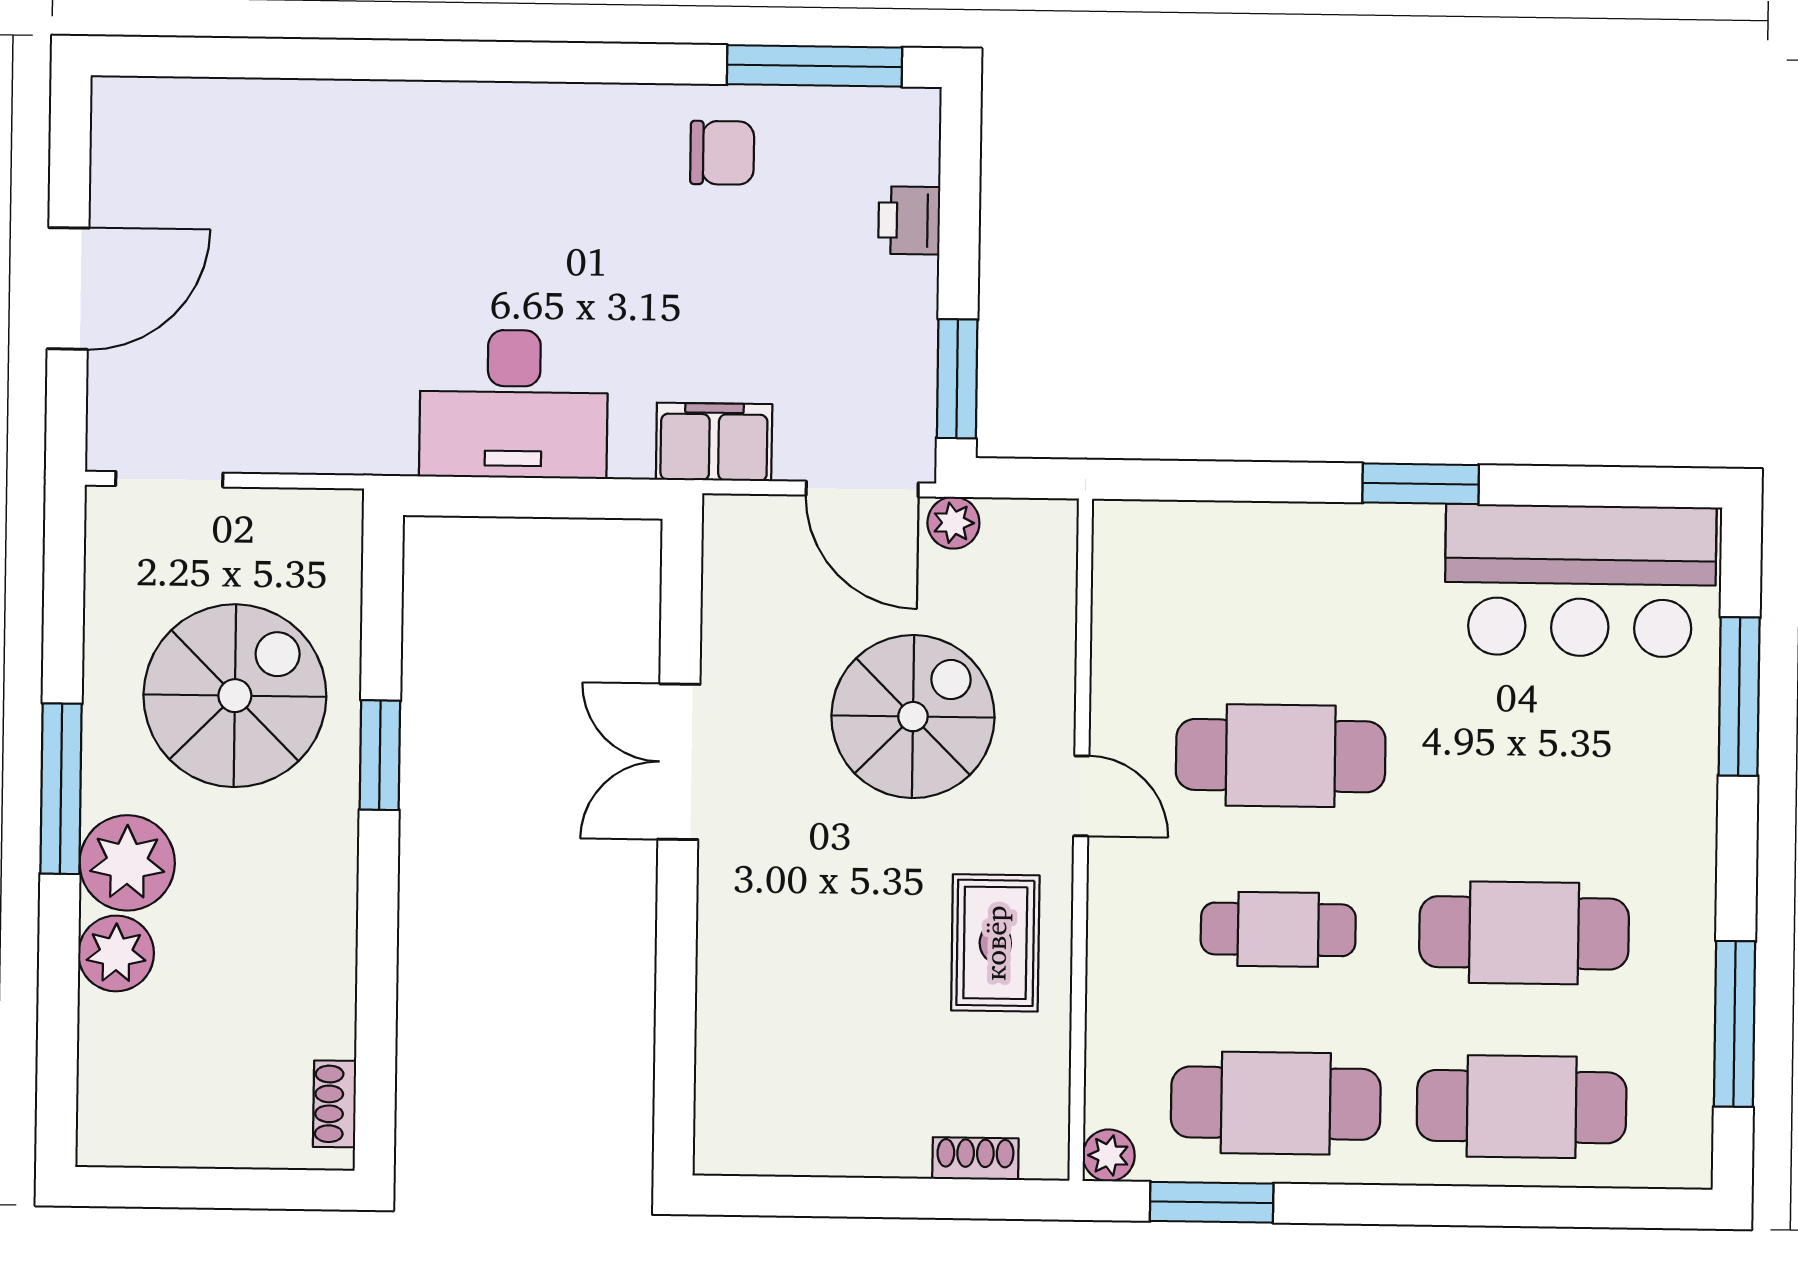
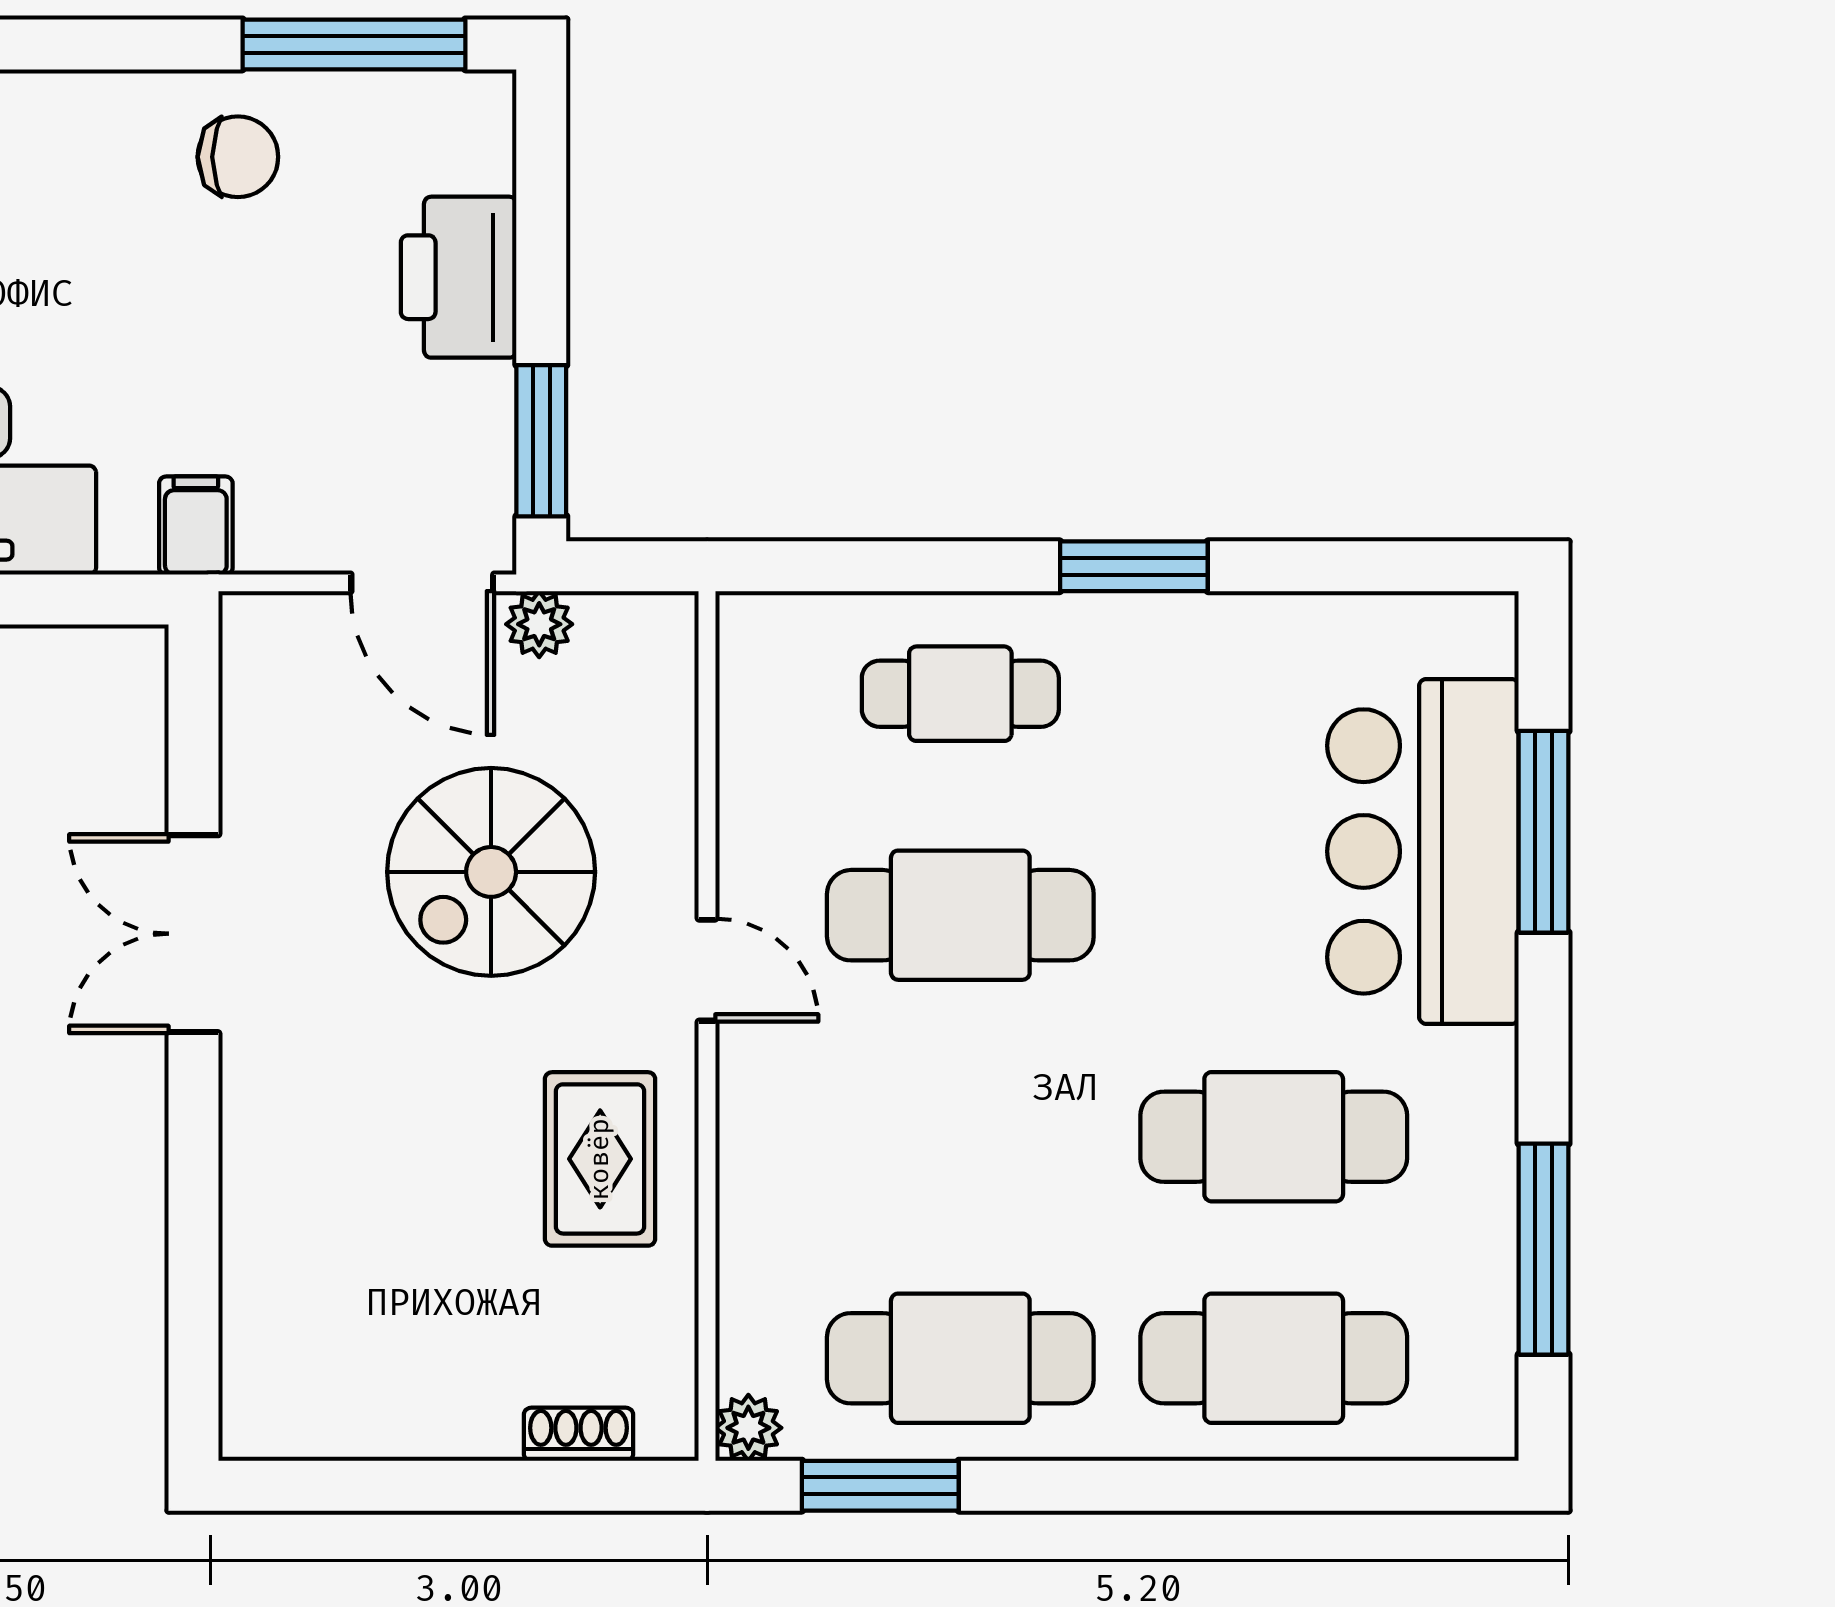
printer: (909, 220) -> (459, 277), width x1.87, depth x1.48
filing cabinet: (714, 442) -> (196, 525), width x0.50
bar counter: (1580, 581) -> (1423, 851), moved, turned 90
spiral stairs: (913, 717) -> (491, 872), turned 180
cafe table: (1278, 929) -> (960, 694), moved

